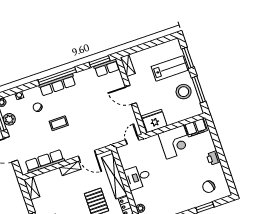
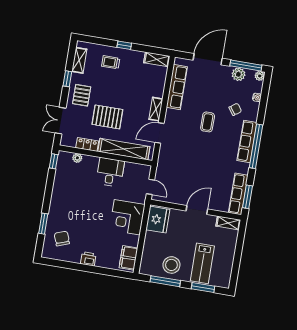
row of seats: (107, 68) -> (238, 194), width x1.48
corner desk: (175, 142) -> (127, 217), moved

